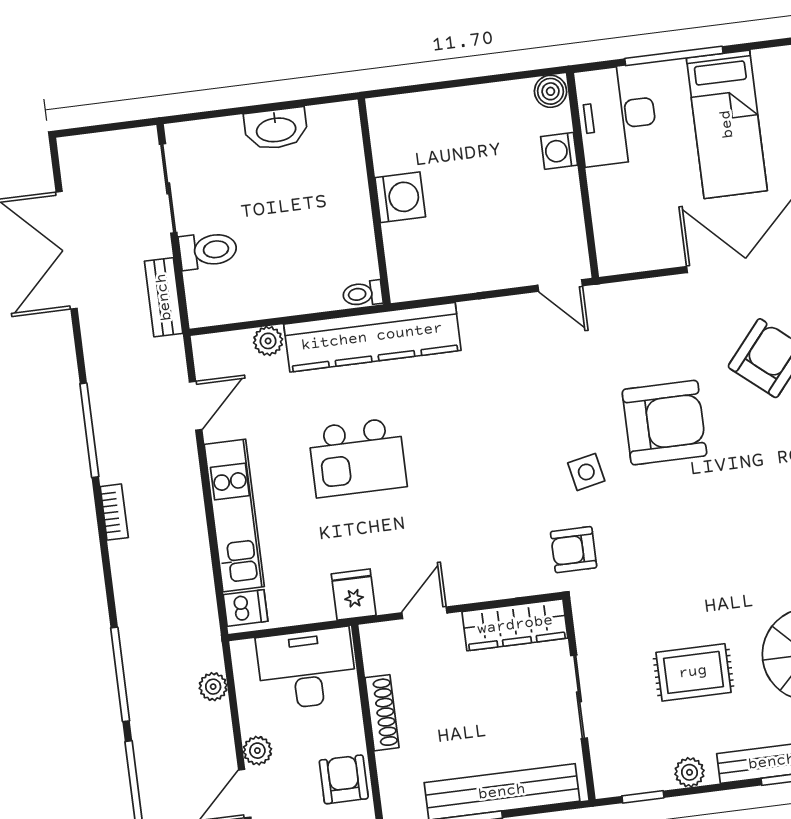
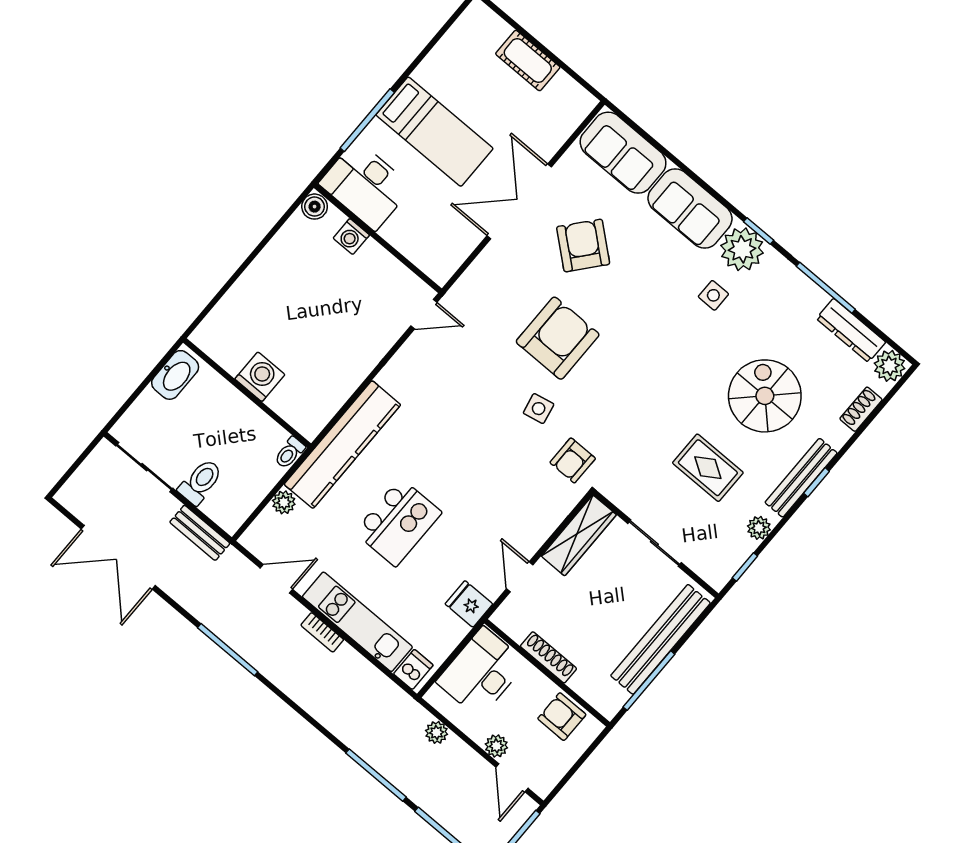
washing machine: (400, 197) -> (260, 377), moved
wall: (374, 201) -> (247, 393), moved
toilet: (363, 294) -> (290, 453), moved
door: (196, 406) -> (276, 579), hinge flipped
bookcase: (114, 512) -> (322, 632), moved, turned 180
rug: (693, 672) -> (708, 468), turned 90

